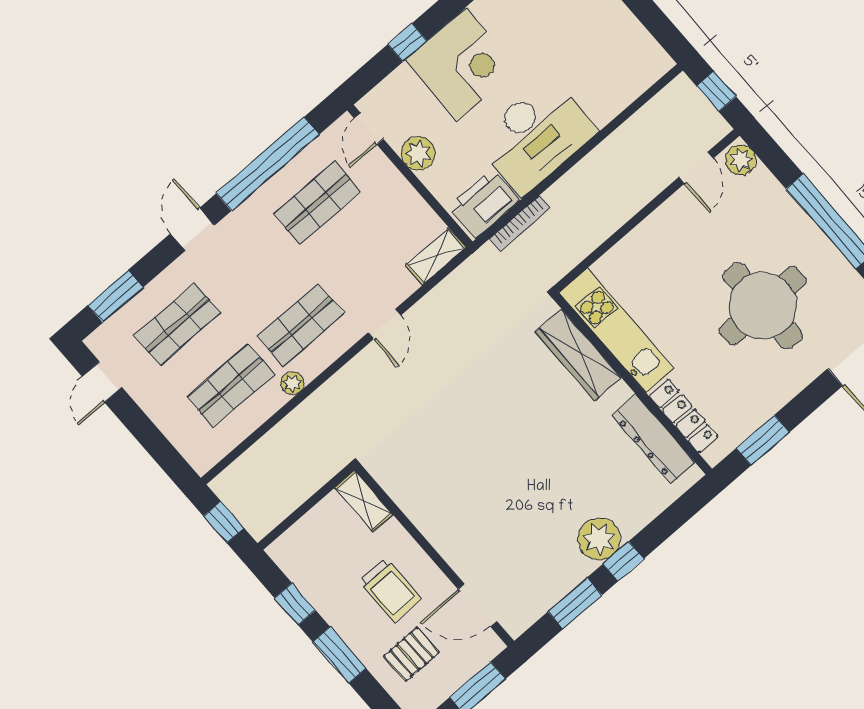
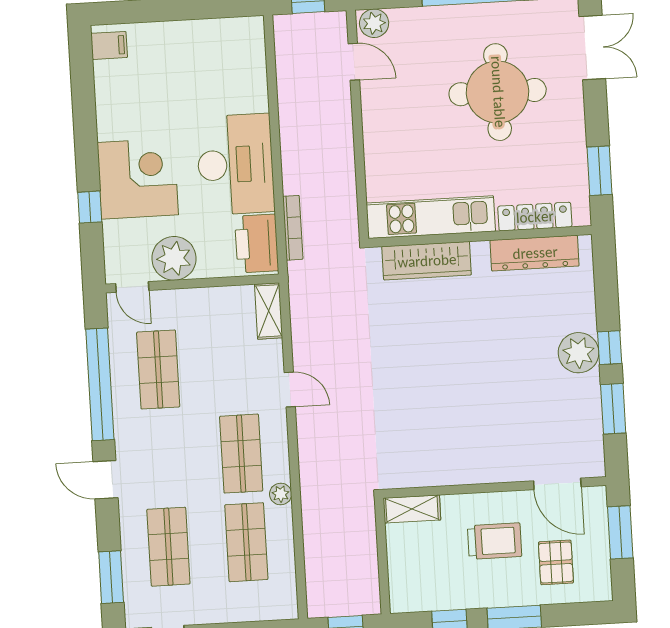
plant: (418, 153) -> (174, 258), width x1.36, depth x1.36
door: (477, 605) -> (557, 484), hinge flipped

